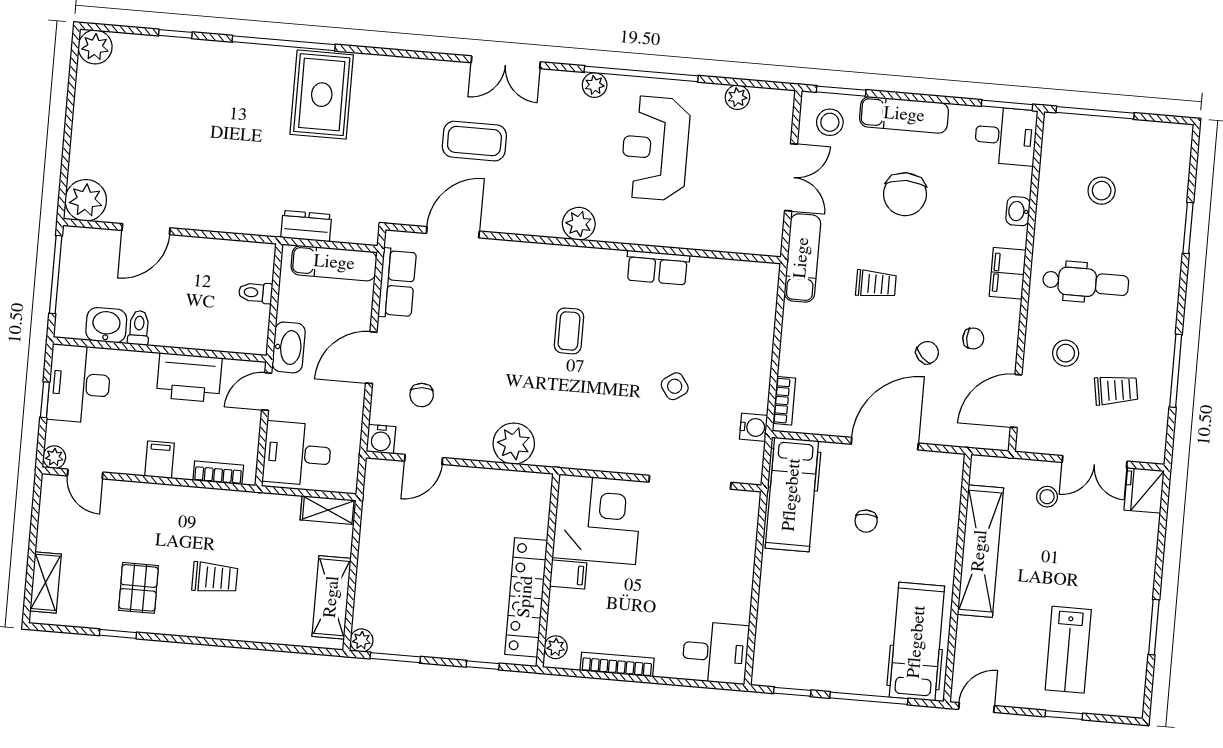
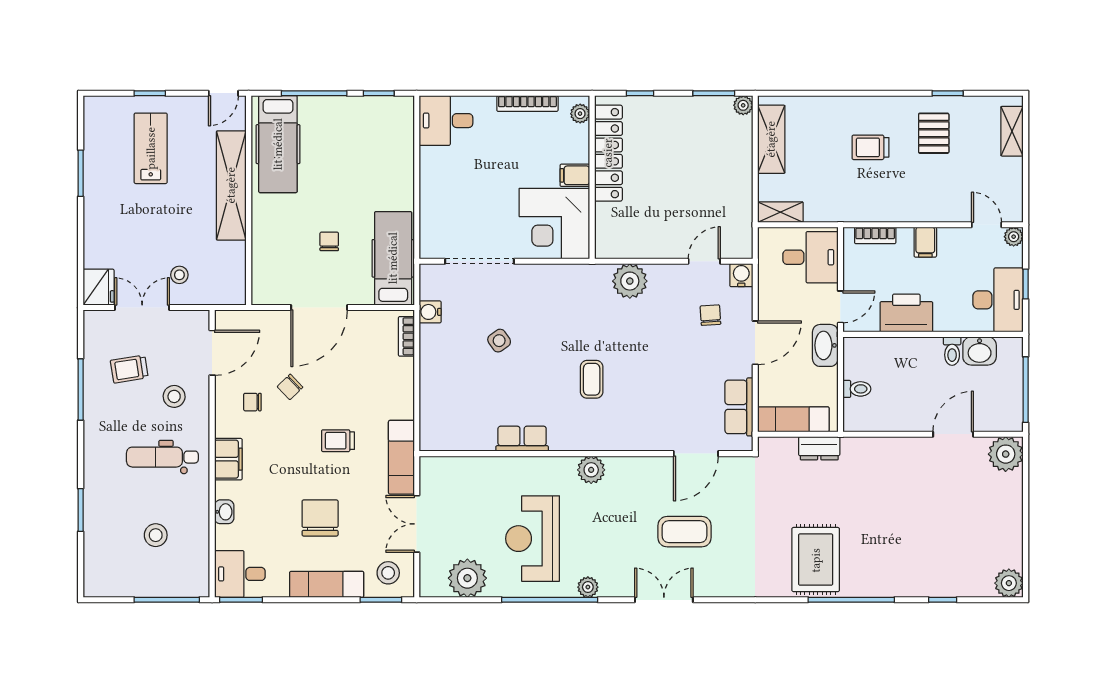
plant: (737, 97) -> (467, 578), width x1.87, depth x1.87
reception desk: (655, 148) -> (532, 539), turned 180
shelving: (980, 551) -> (231, 185), moved

